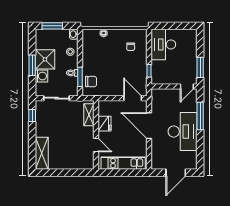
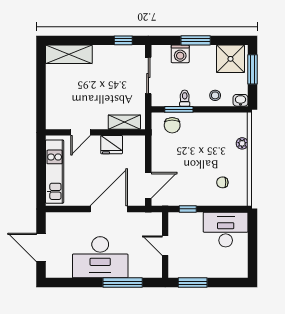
shower: (45, 59) -> (230, 59), moved
door: (187, 86) -> (165, 246), moved

